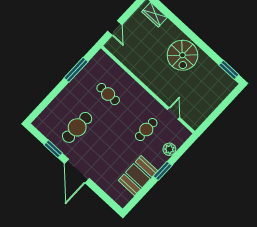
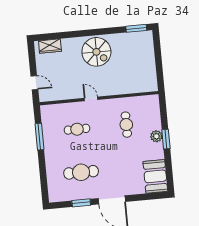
door: (174, 113) -> (91, 99), moved
cafe table: (77, 127) -> (81, 172), turned 90
plant: (169, 149) -> (156, 136), moved
booth: (138, 176) -> (155, 176), moved

